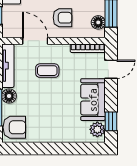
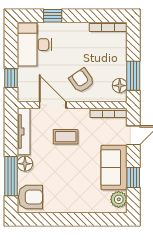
armchair: (62, 18) -> (82, 81), turned -125
window: (111, 121) -> (133, 178), moved

